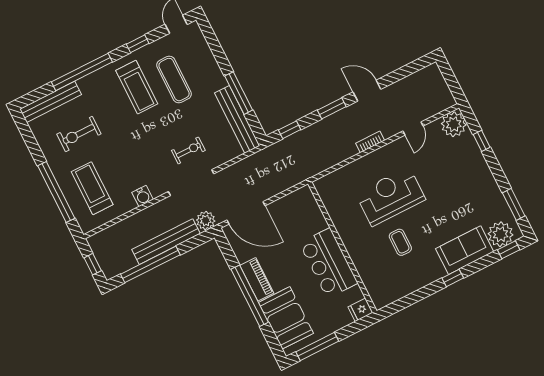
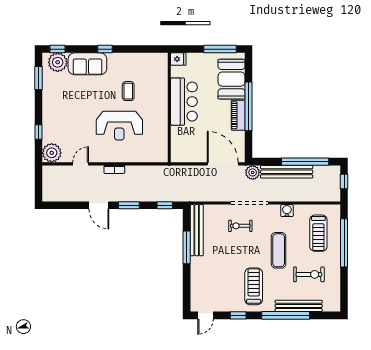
exercise mat: (174, 80) -> (279, 250), moved
bench: (51, 102) -> (299, 306), moved

